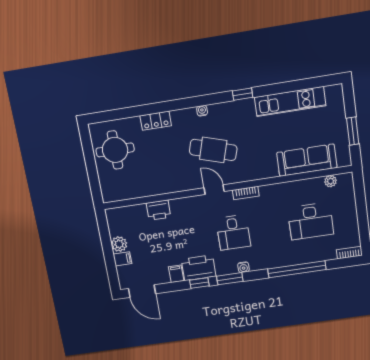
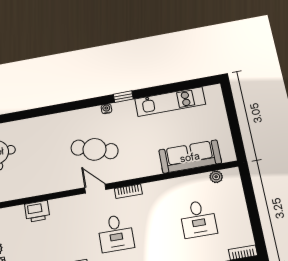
water cooler: (202, 111) -> (106, 109), moved
locker: (156, 121) -> (38, 124), removed
window: (353, 131) -> (235, 127), removed
desk: (311, 221) -> (198, 219), width x0.73

